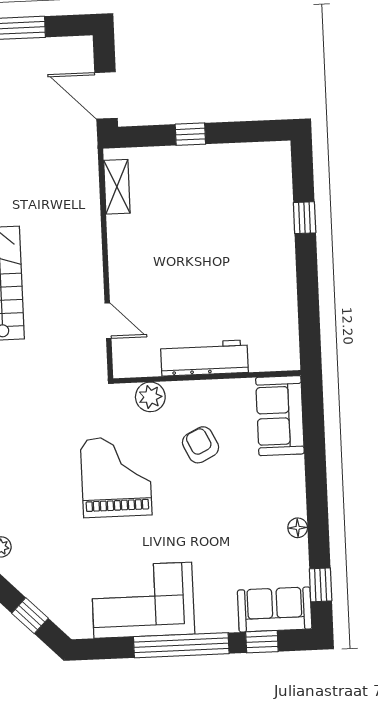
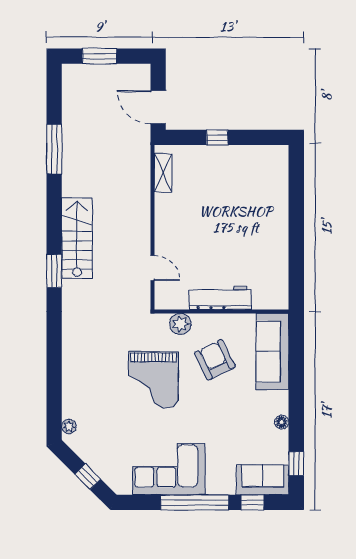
window: (305, 218) -> (296, 201), removed
sofa: (280, 416) -> (272, 351), width x1.36
armchair: (201, 445) -> (215, 360), width x1.38, depth x1.38
grand piano: (116, 477) -> (154, 380), turned 180

